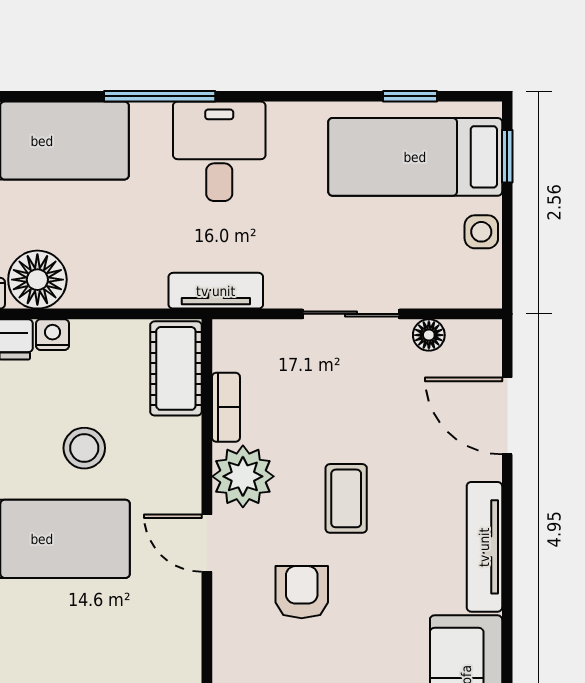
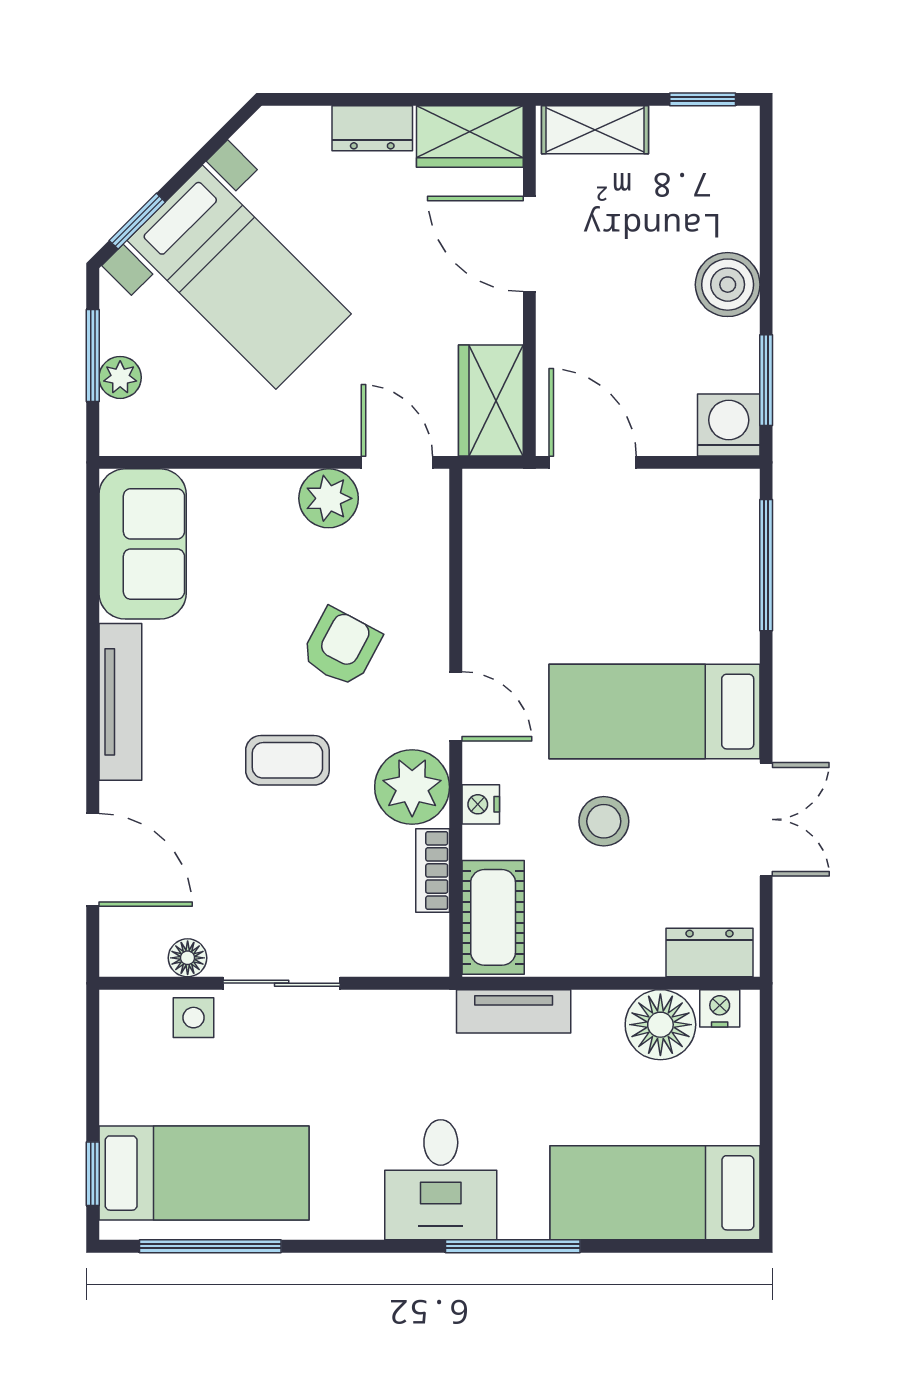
window: (410, 96) -> (210, 1246), width x2.17
side table: (481, 232) -> (193, 1018), moved
tv unit: (216, 291) -> (514, 1011), moved
nightstand: (53, 335) -> (481, 804), moved, turned 90
coffee table: (346, 498) -> (287, 760), turned 90
armchair: (302, 592) -> (341, 647), turned -152

